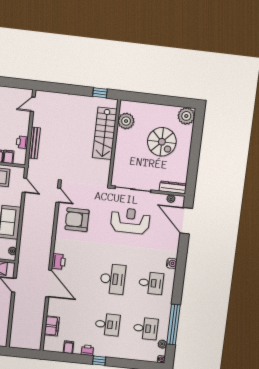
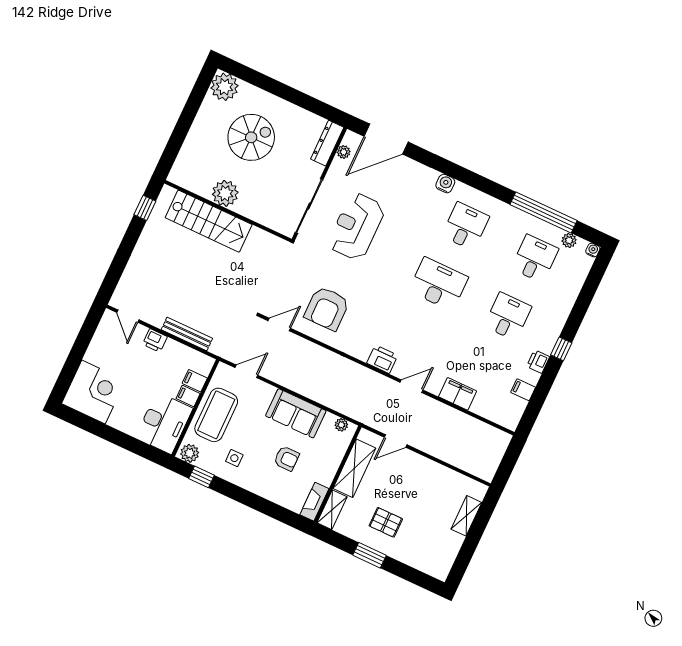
plant: (126, 121) -> (225, 193), moved
printer: (22, 142) -> (155, 340), moved
door: (49, 284) -> (412, 386), width x0.53
filing cabinet: (52, 326) -> (458, 394), moved

